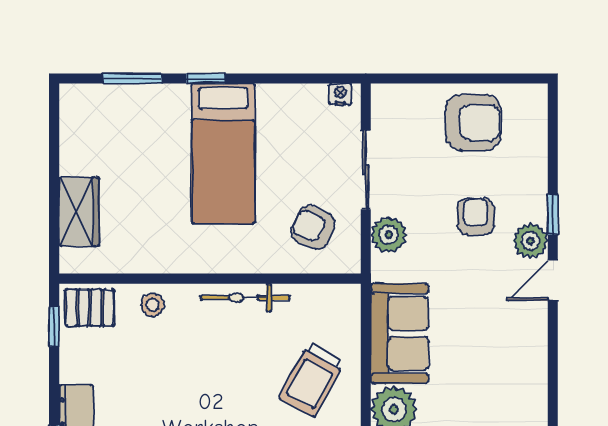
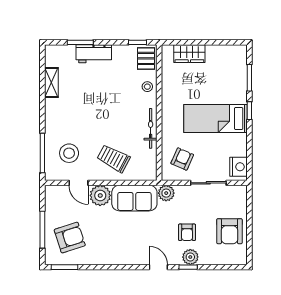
nightstand: (340, 94) -> (239, 167), width x1.89, depth x1.79
armchair: (476, 217) -> (187, 232), turned 90
plant: (389, 235) -> (166, 193), moved
plant: (530, 241) -> (190, 257), moved

